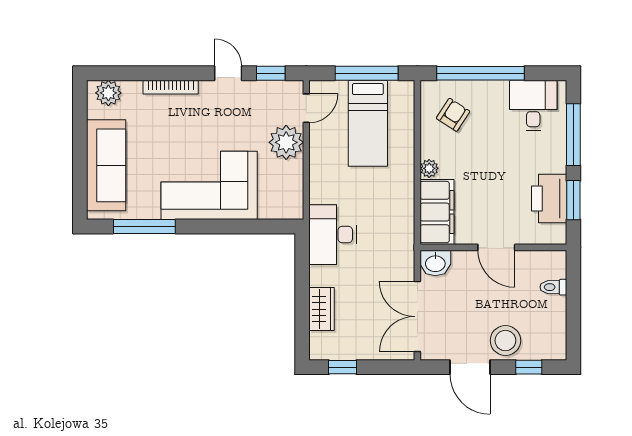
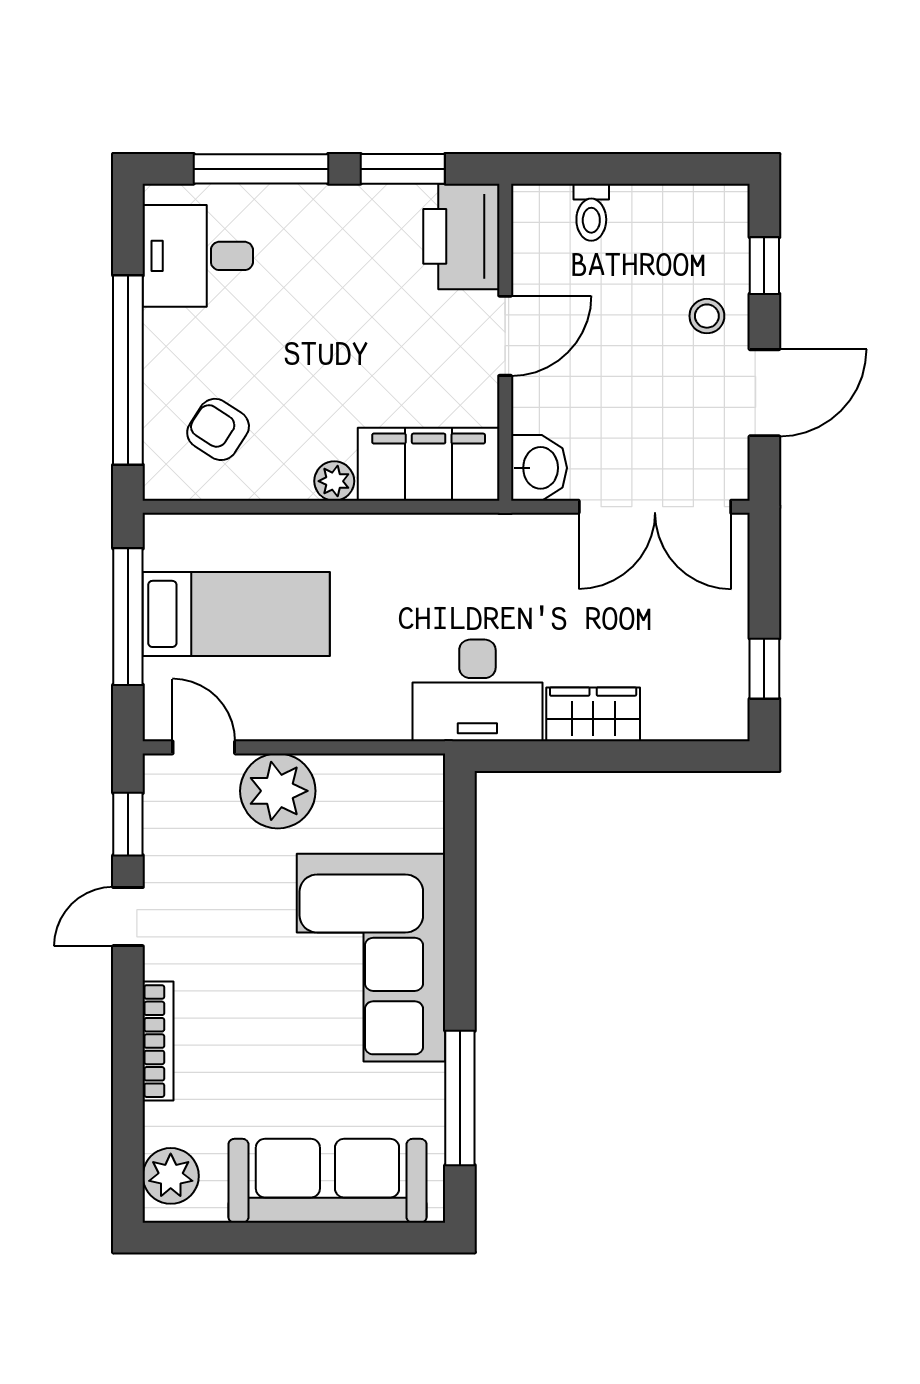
printer: (549, 199) -> (461, 236), moved, turned 90
wardrobe: (321, 309) -> (593, 714), moved
stool: (505, 341) -> (707, 316), width x0.53, depth x0.53

